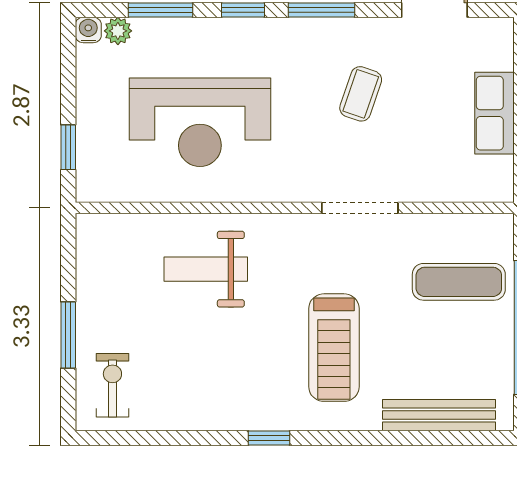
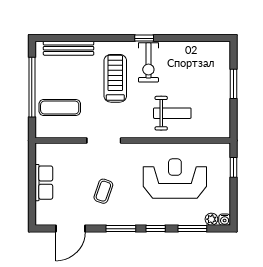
exercise bike: (112, 385) -> (148, 62), moved, width x1.38, depth x1.39

